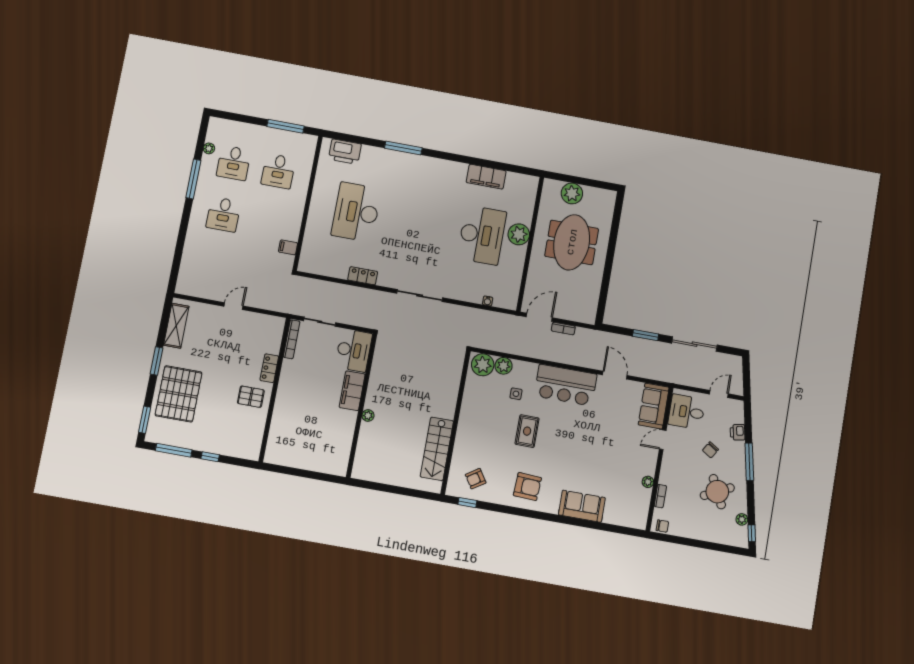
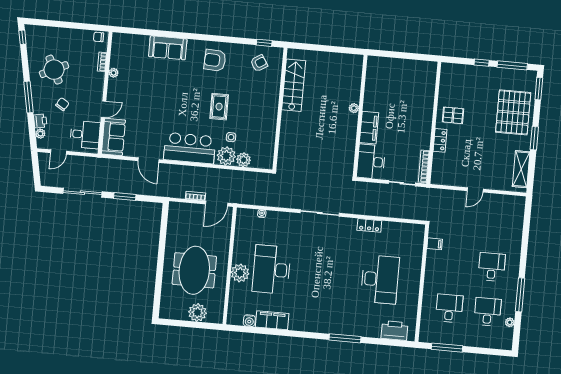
water cooler: (513, 179) -> (249, 321), added
plant: (483, 365) -> (226, 156), moved
plant: (742, 519) -> (40, 134), moved

